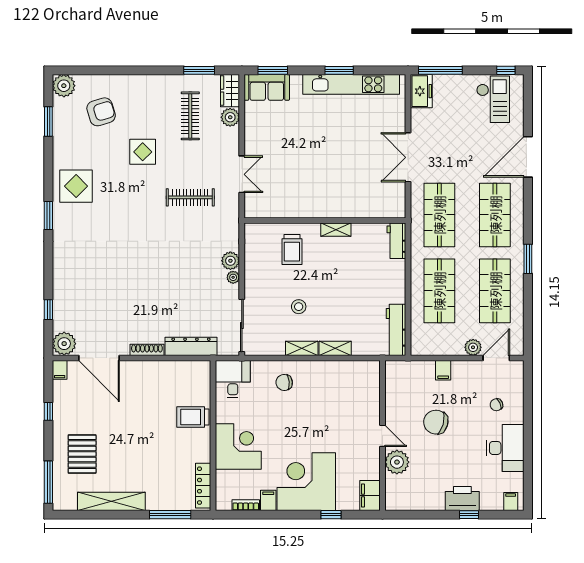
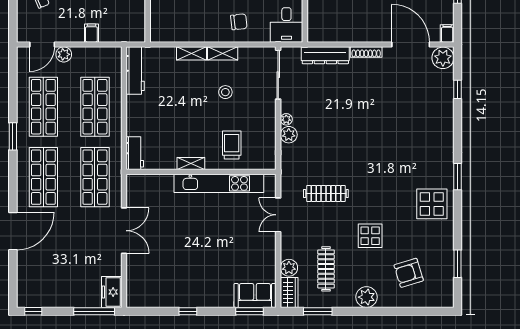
window: (339, 70) -> (188, 311), width x0.67
kitchen unit: (351, 84) -> (219, 183), moved, turned 180
plant: (64, 86) -> (366, 297), moved
checkout: (493, 99) -> (45, 284), removed

